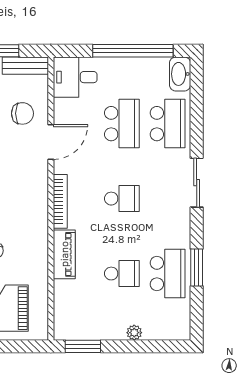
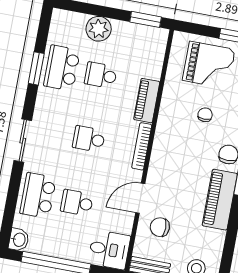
washbasin: (180, 74) -> (19, 240), width x0.72
school desk: (122, 124) -> (77, 203), width x0.54
plant: (134, 333) -> (99, 29), width x1.88, depth x1.88

